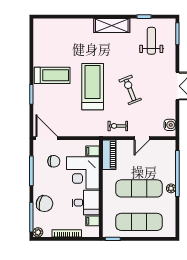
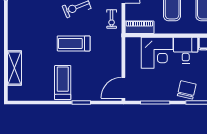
shelving: (112, 25) -> (14, 68), moved
treadmill: (93, 87) -> (74, 43), width x0.73, depth x0.73
filing cabinet: (92, 151) -> (136, 44), removed
chair: (54, 161) -> (146, 81), removed

